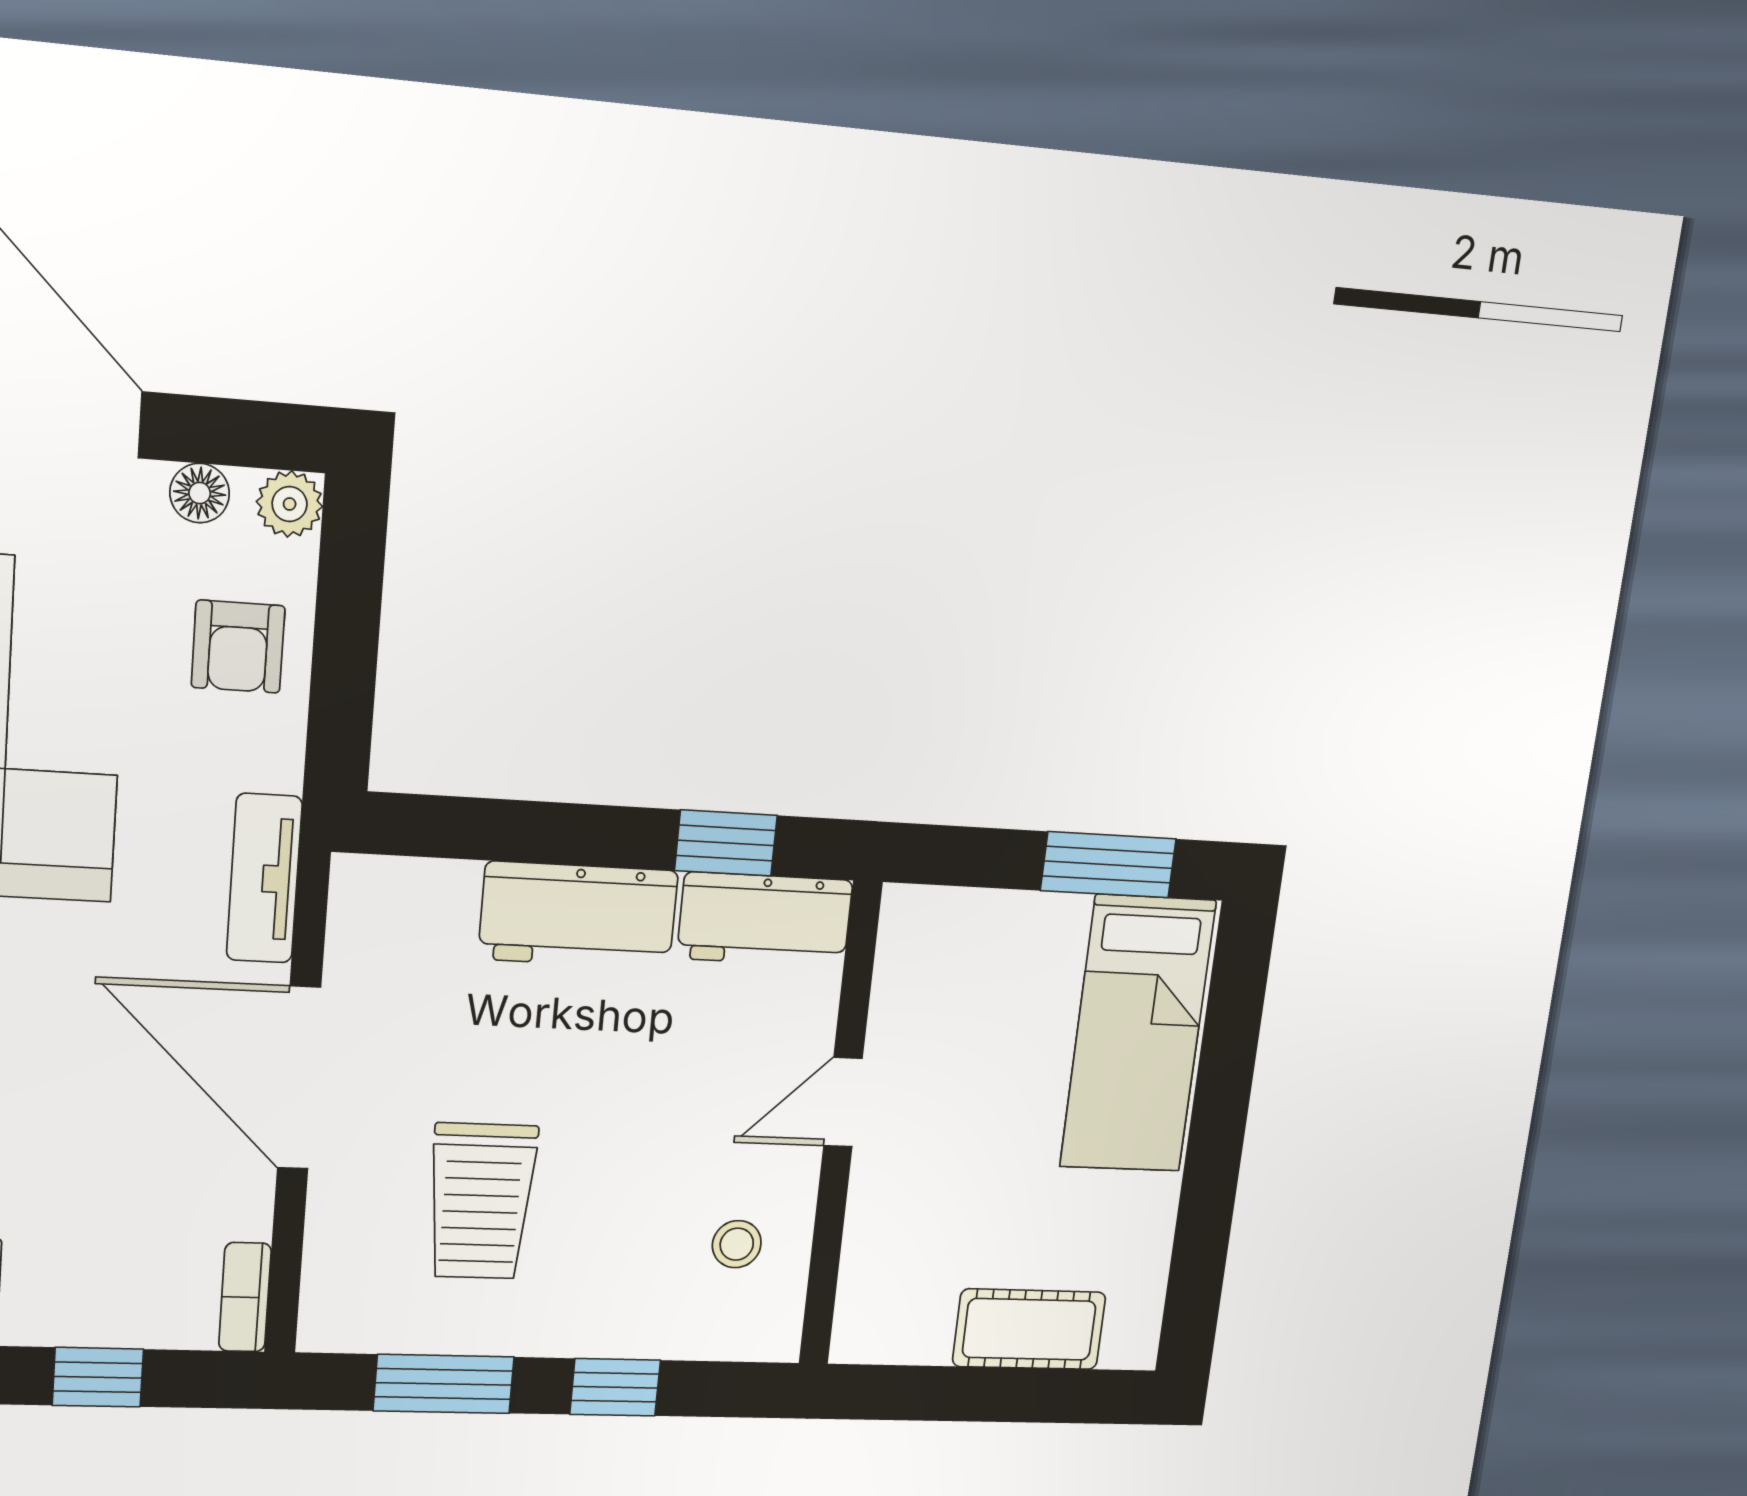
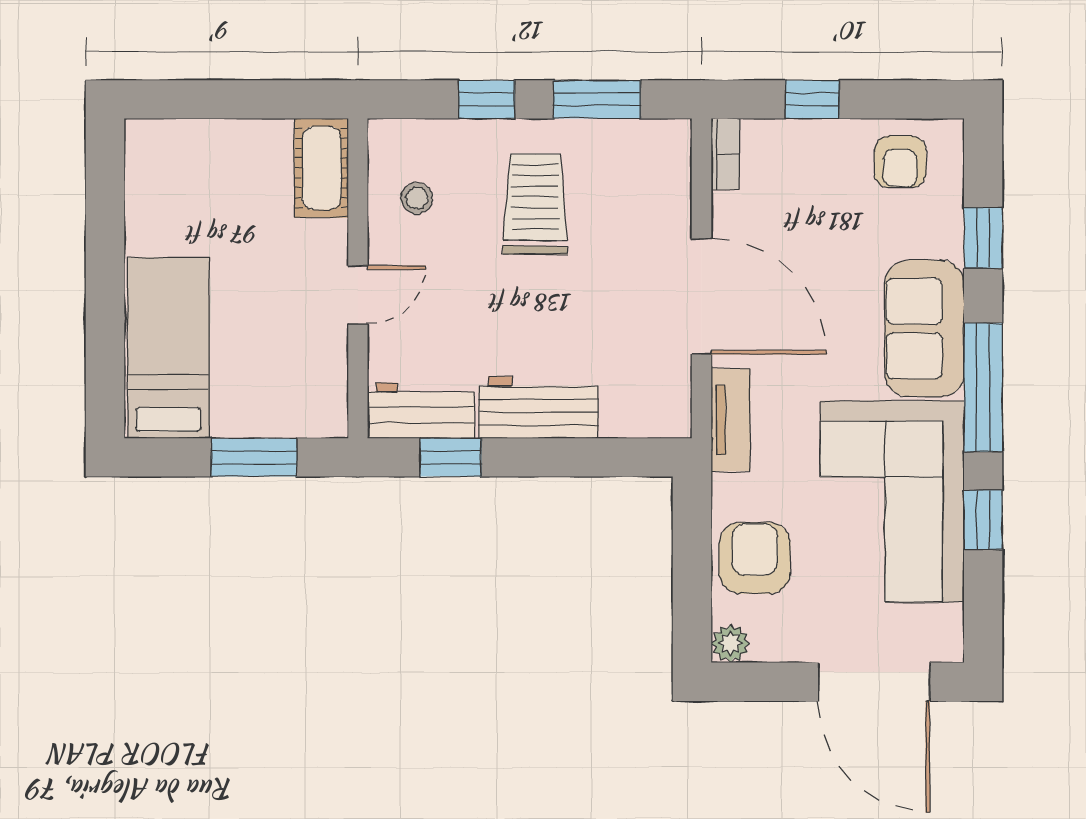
floor lamp: (200, 493) -> (782, 646), removed
armchair: (238, 647) -> (755, 558), width x1.38, depth x1.38
window: (1108, 865) -> (254, 457), moved
trolley: (481, 1201) -> (535, 204), moved
cot: (1029, 1329) -> (321, 168), moved, turned 90

